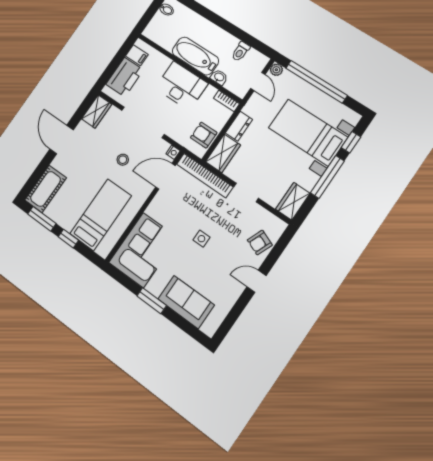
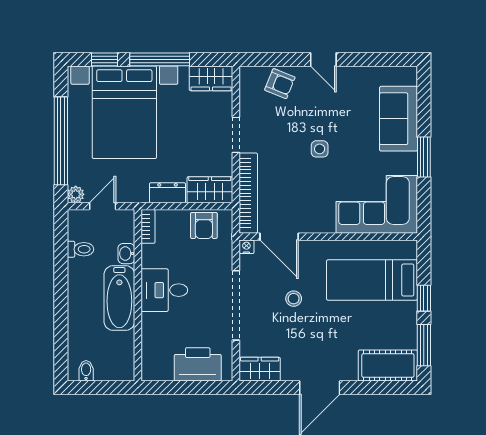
filing cabinet: (137, 55) -> (163, 368), removed
desk: (181, 86) -> (164, 290), width x0.73
bed with nightstands: (308, 133) -> (124, 112), width x1.36

